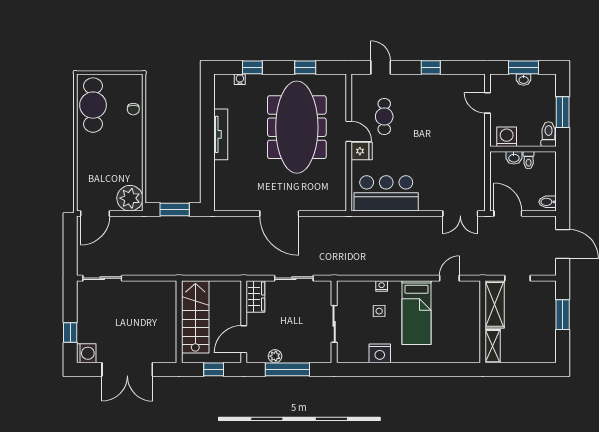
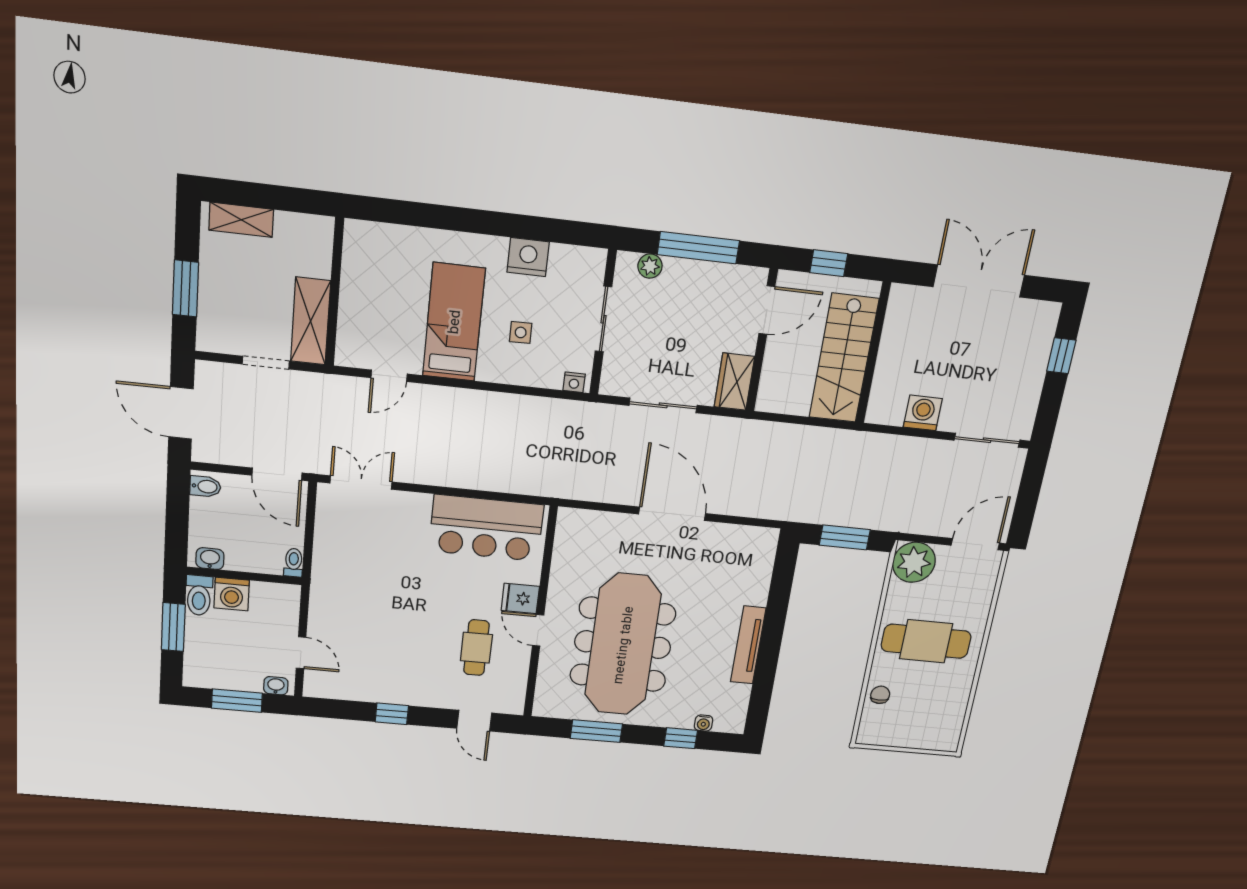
window: (305, 67) -> (596, 731), width x1.50
washbasin: (524, 80) -> (276, 686), moved
cafe table: (93, 105) -> (926, 641), moved, turned 90
washing machine: (507, 137) -> (232, 594), moved
washbasin: (514, 158) -> (210, 559), moved
toilet: (529, 160) -> (294, 563), moved
nightstand: (382, 286) -> (574, 382), moved
shelving: (493, 346) -> (241, 220), moved, turned 90
washing machine: (86, 353) -> (923, 413), moved, turned 90
plant: (275, 356) -> (650, 266), moved

